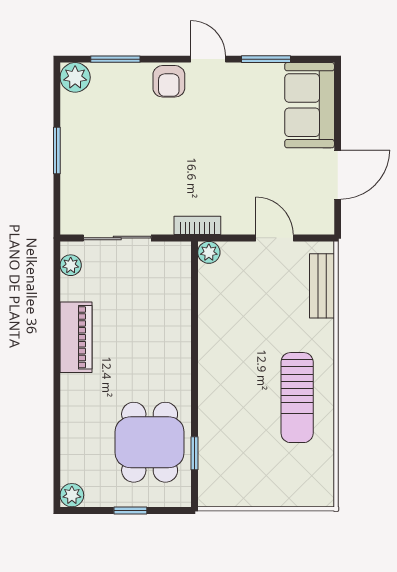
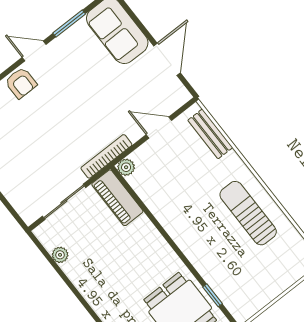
bookcase: (197, 225) -> (106, 156), width x1.56
plant: (71, 265) -> (60, 255), moved
piano: (76, 337) -> (117, 198), moved, turned 180
sun lounger: (297, 398) -> (248, 213), turned 180

